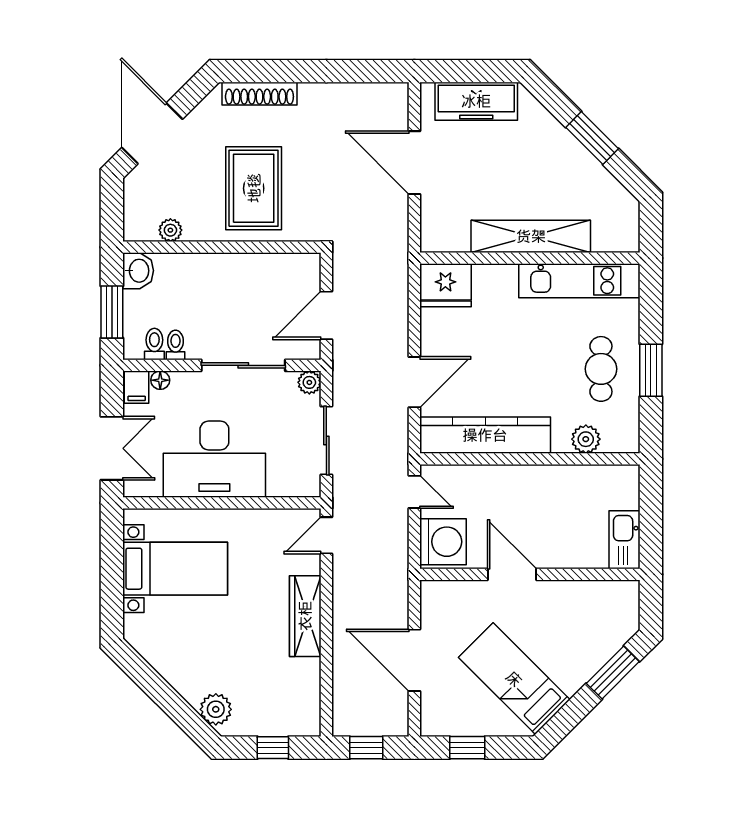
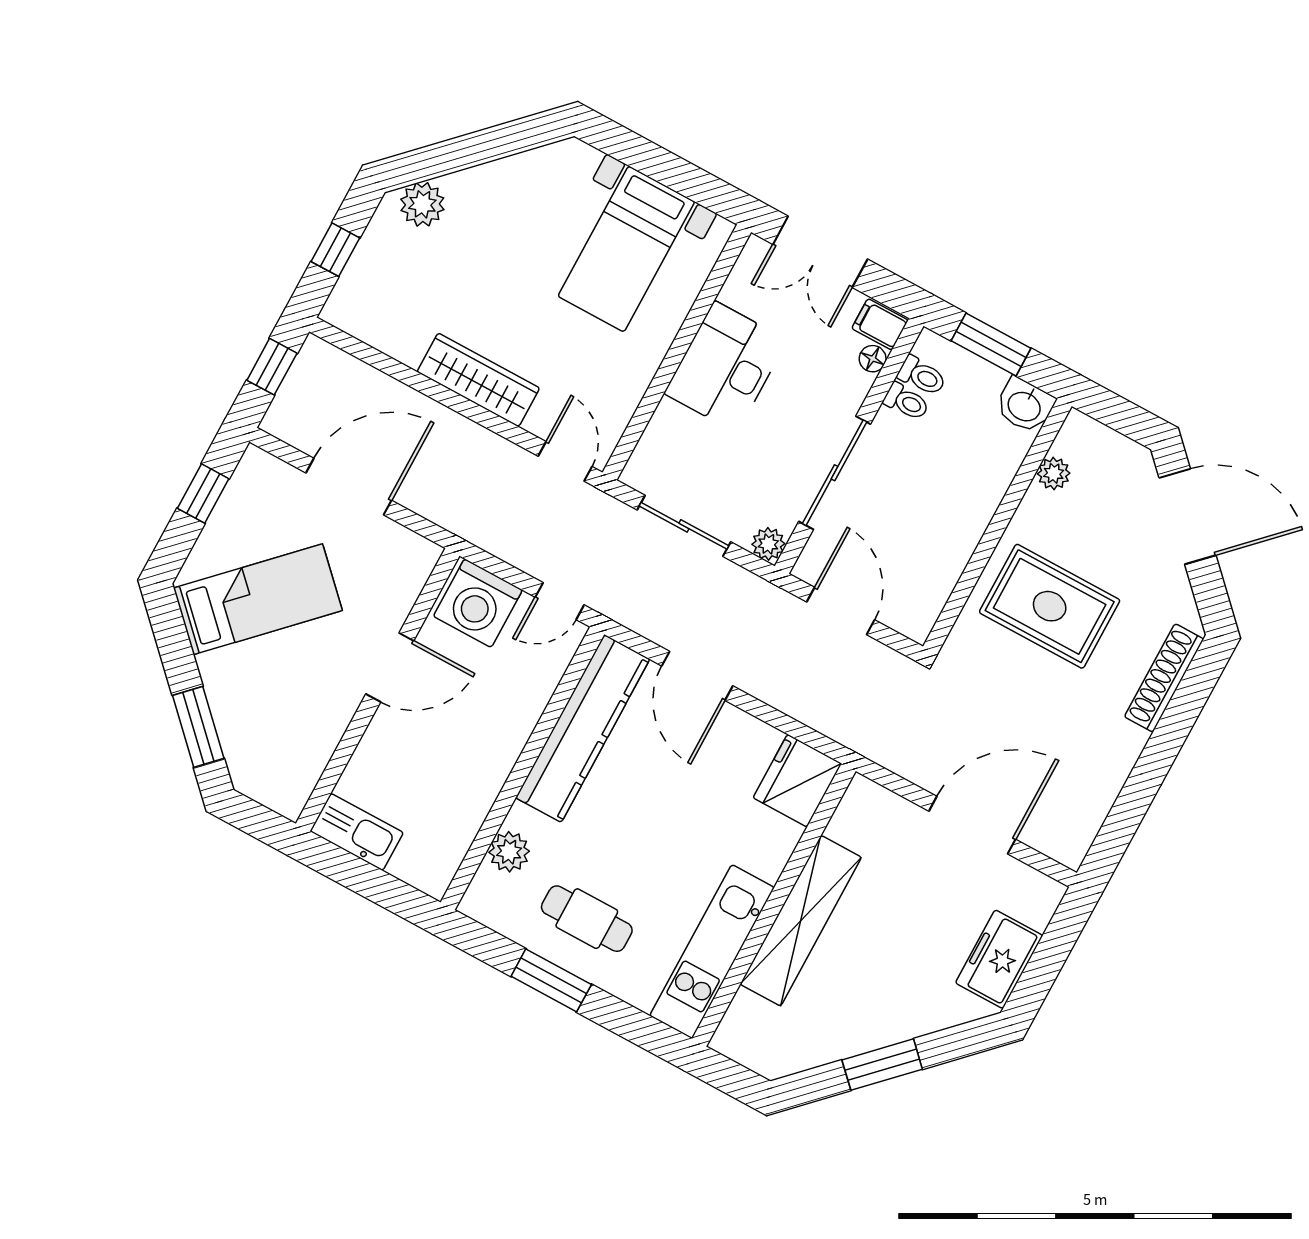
freezer: (476, 101) -> (999, 959), width x0.71
desk: (214, 459) -> (726, 367), width x0.73, depth x0.77

